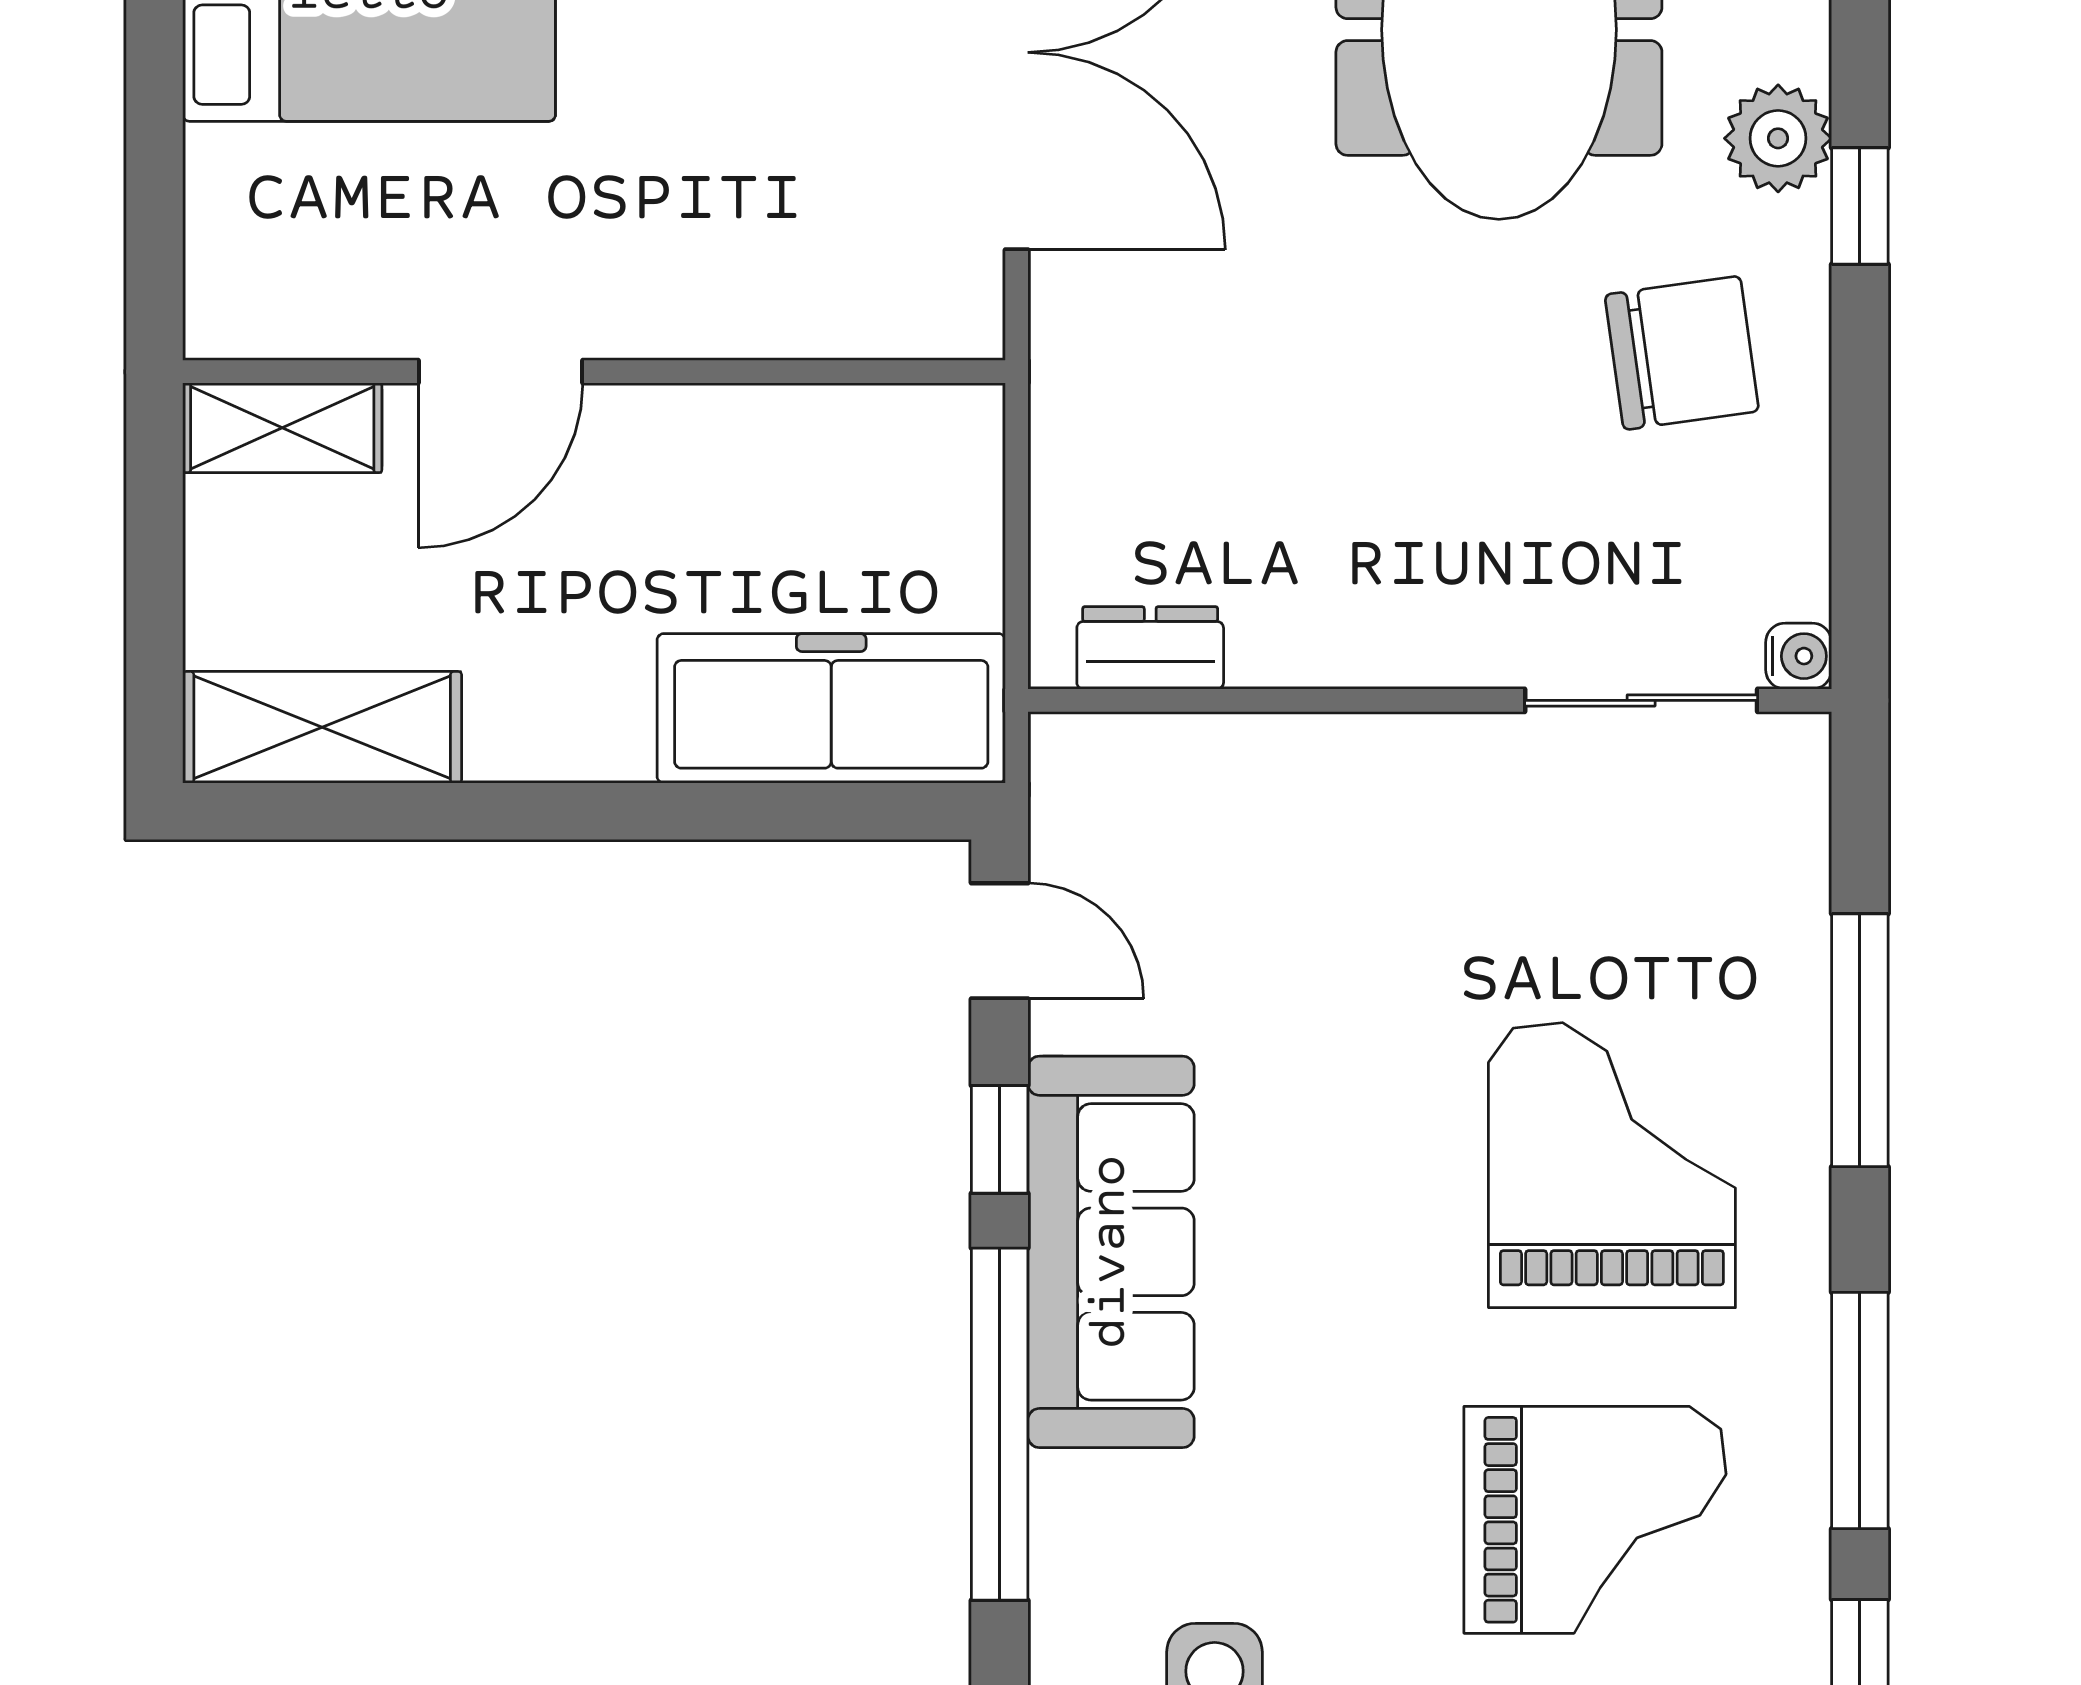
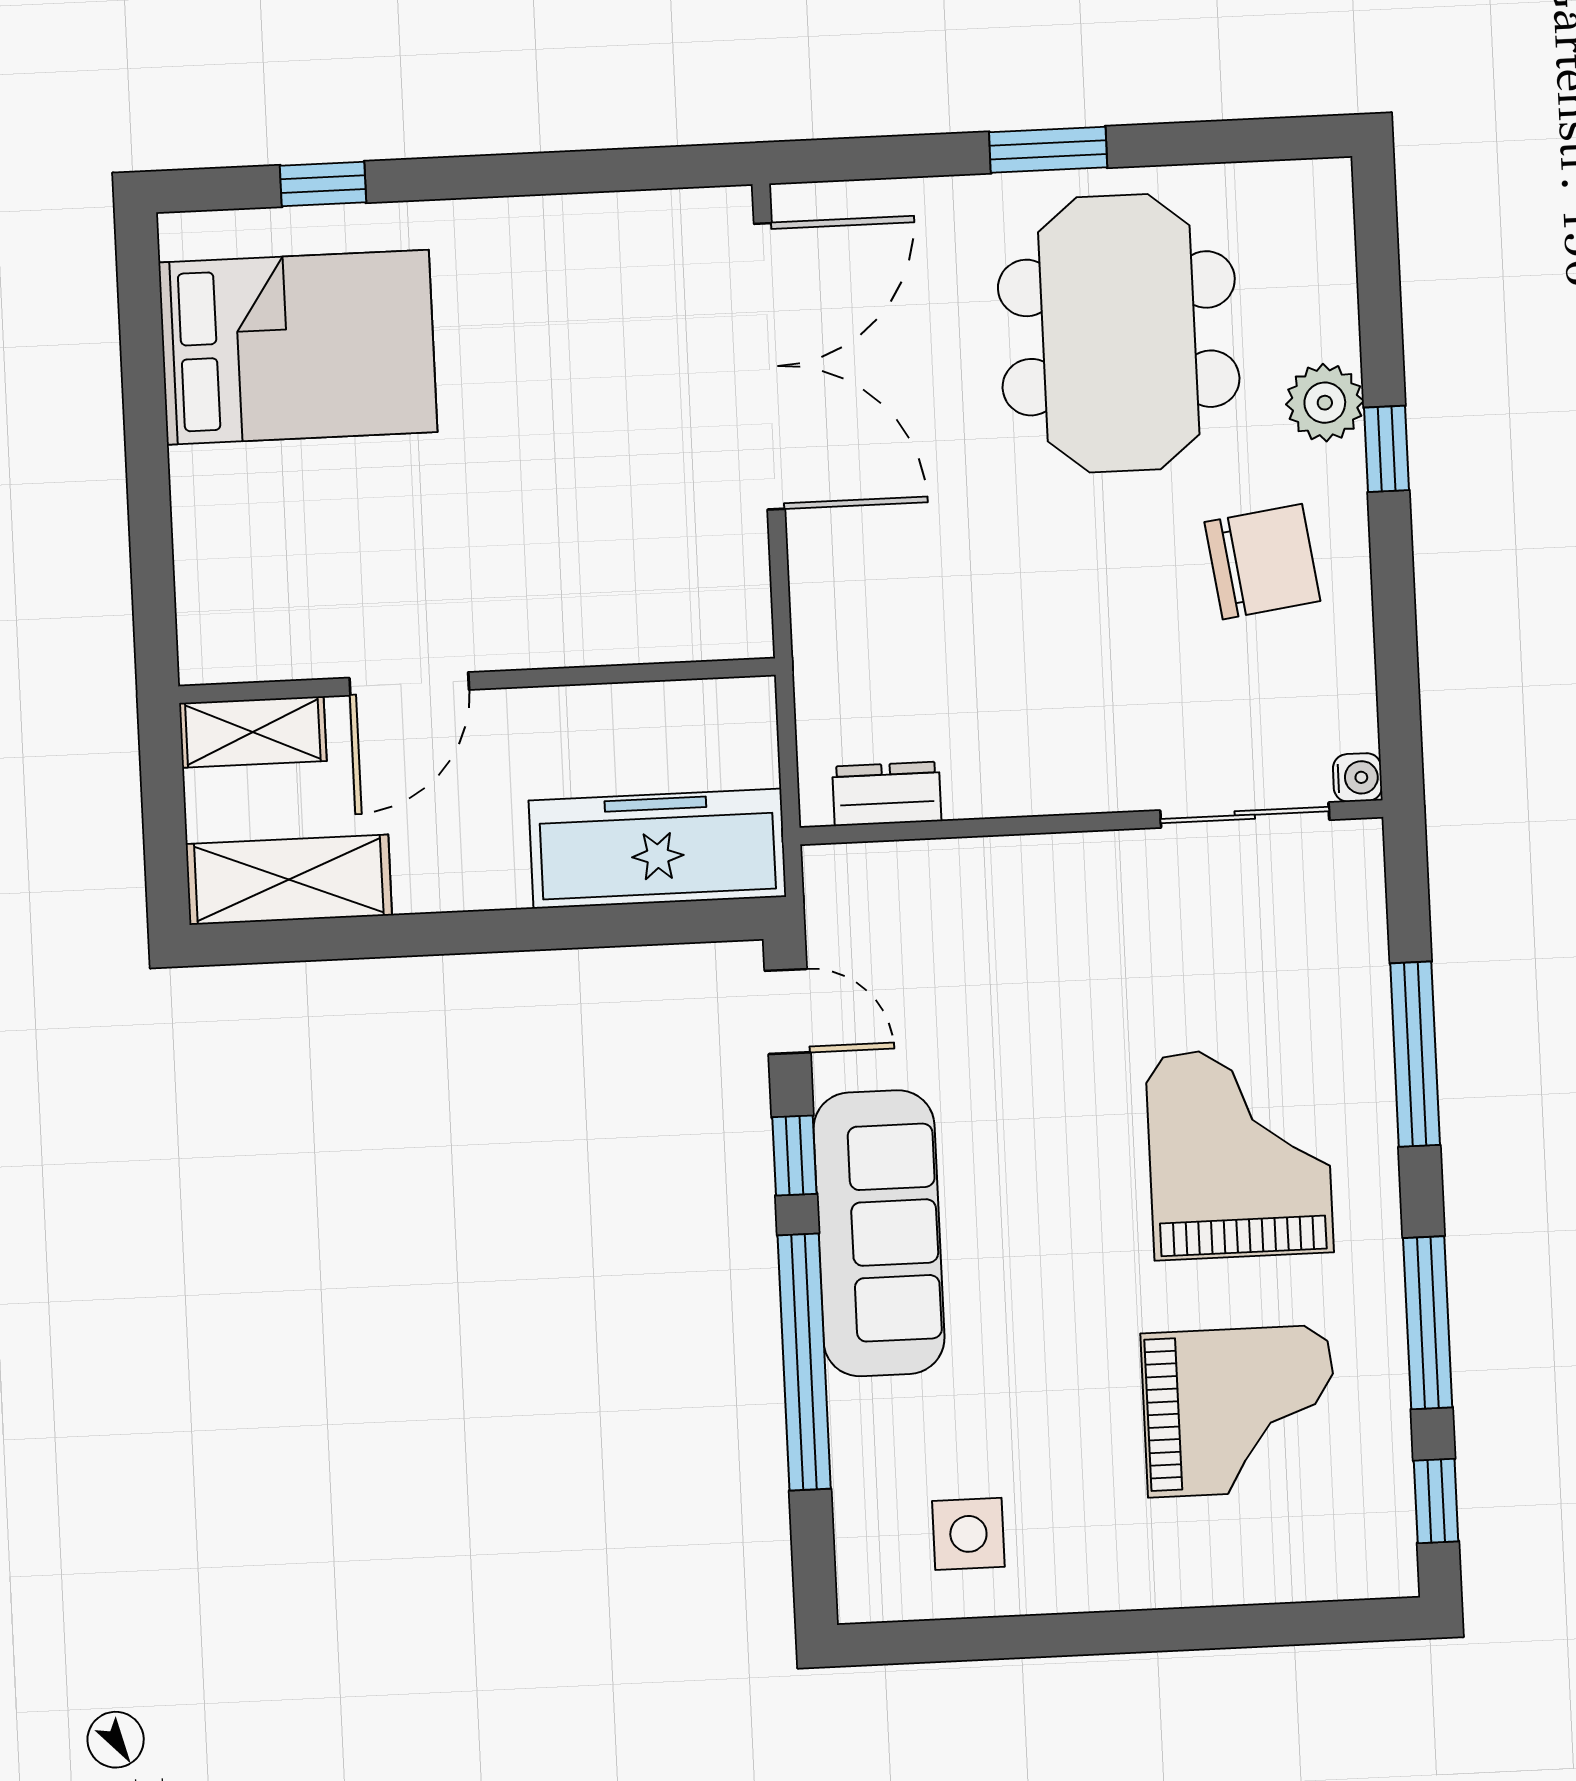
door: (500, 372) -> (409, 684), moved
wall: (594, 372) -> (477, 681), moved
shelving: (282, 428) -> (253, 732), moved

